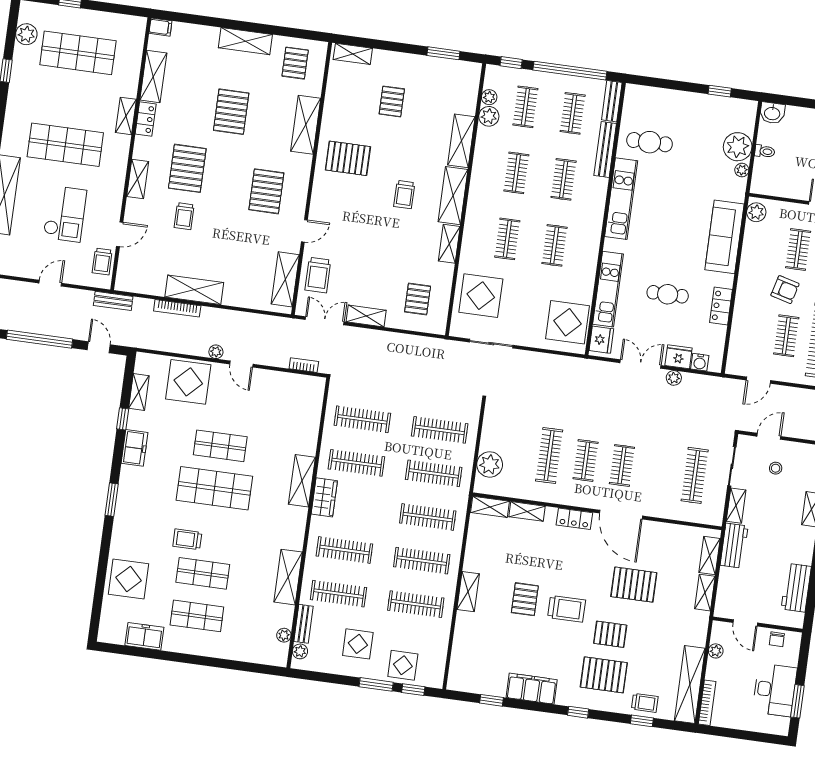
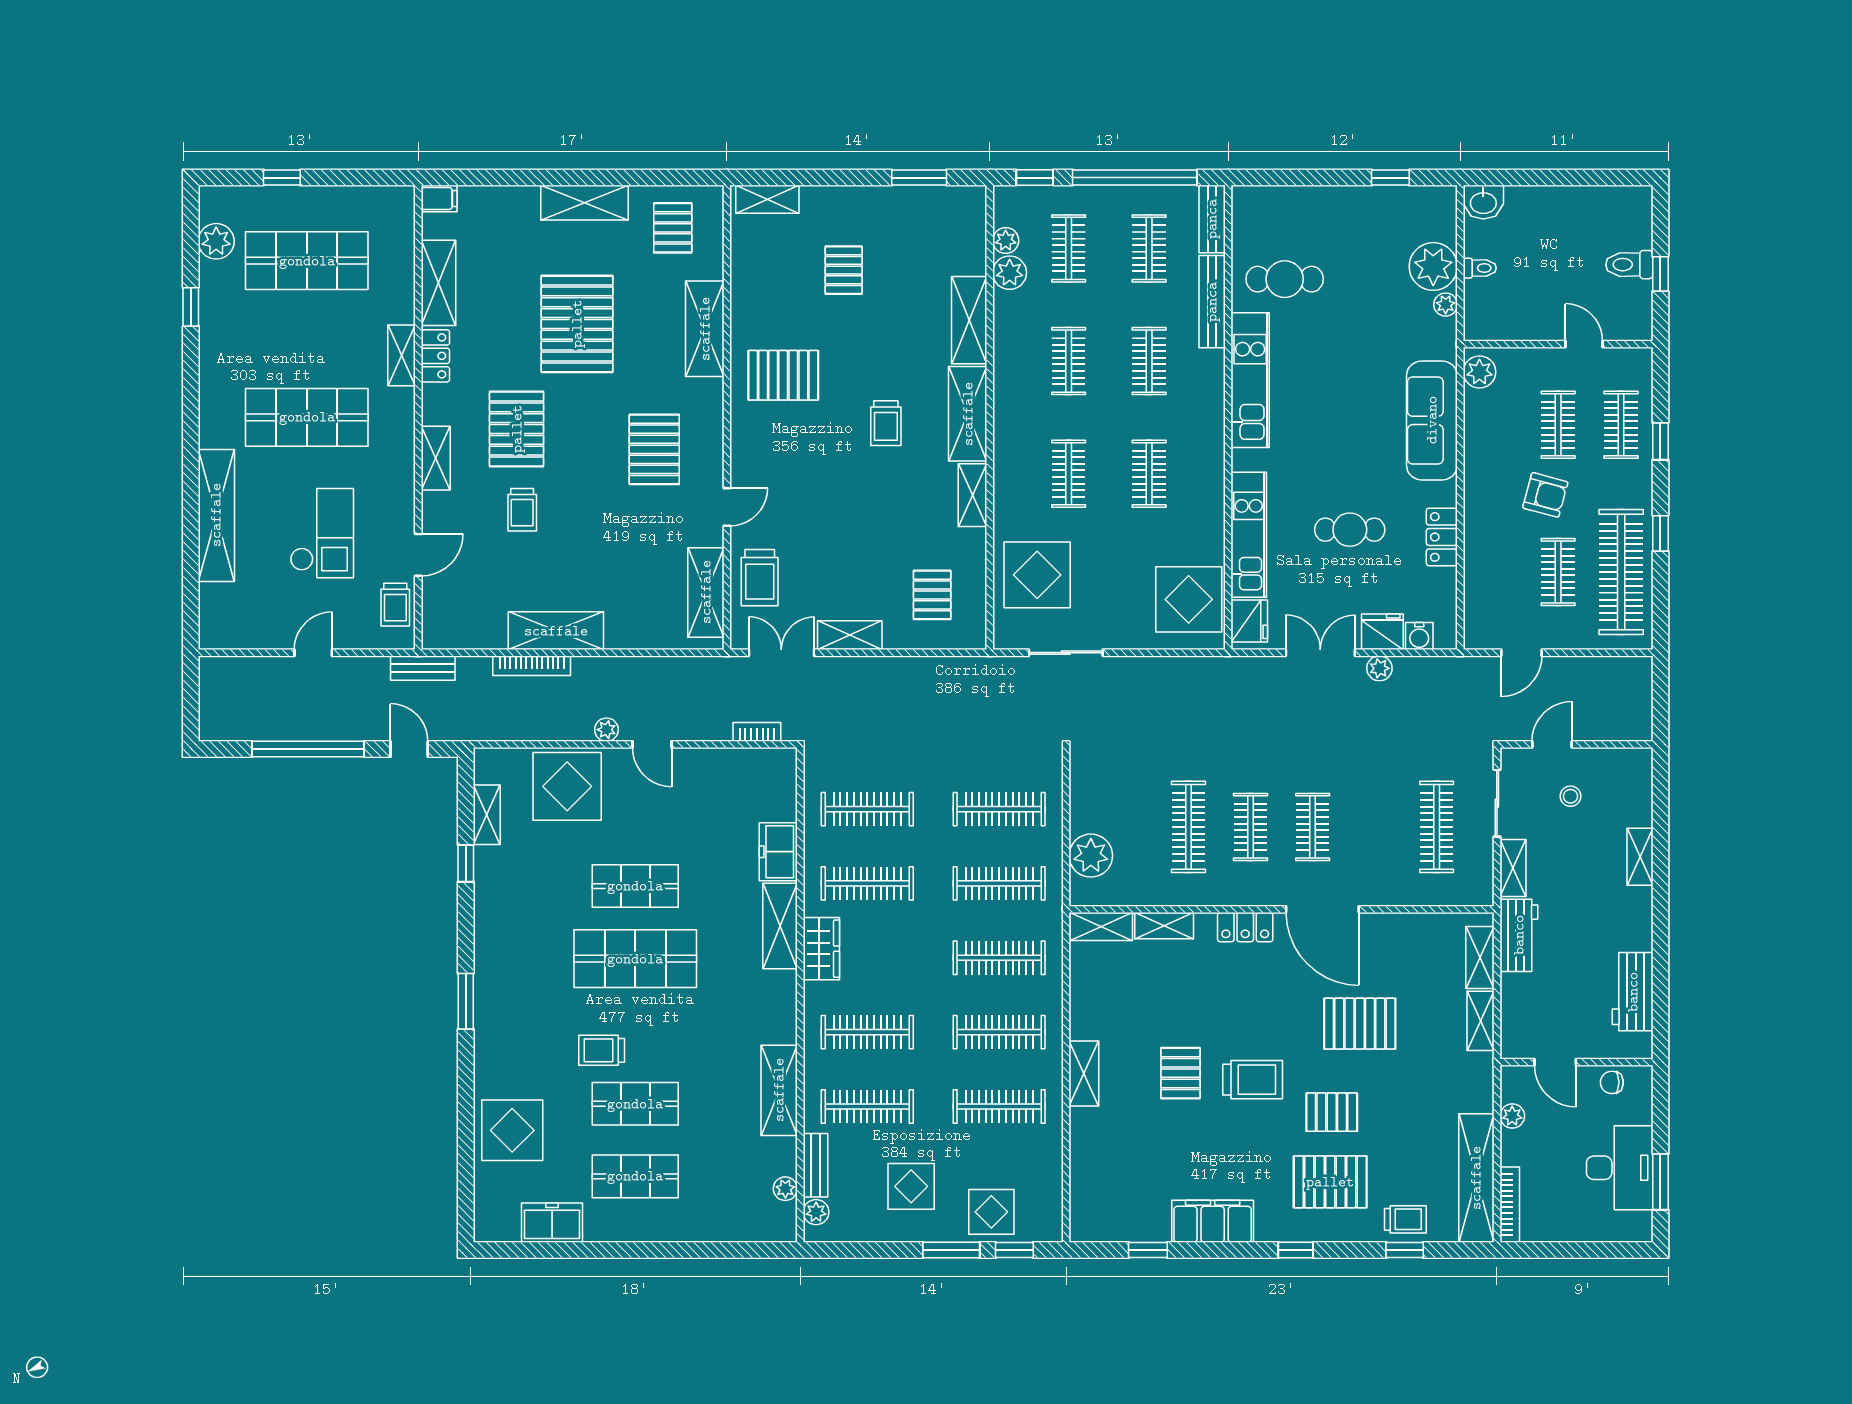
pallet: (231, 112) -> (577, 324), width x1.37, depth x1.41
freezer: (135, 448) -> (778, 852), moved, turned 180
chair: (777, 639) -> (1612, 1082), turned 90

